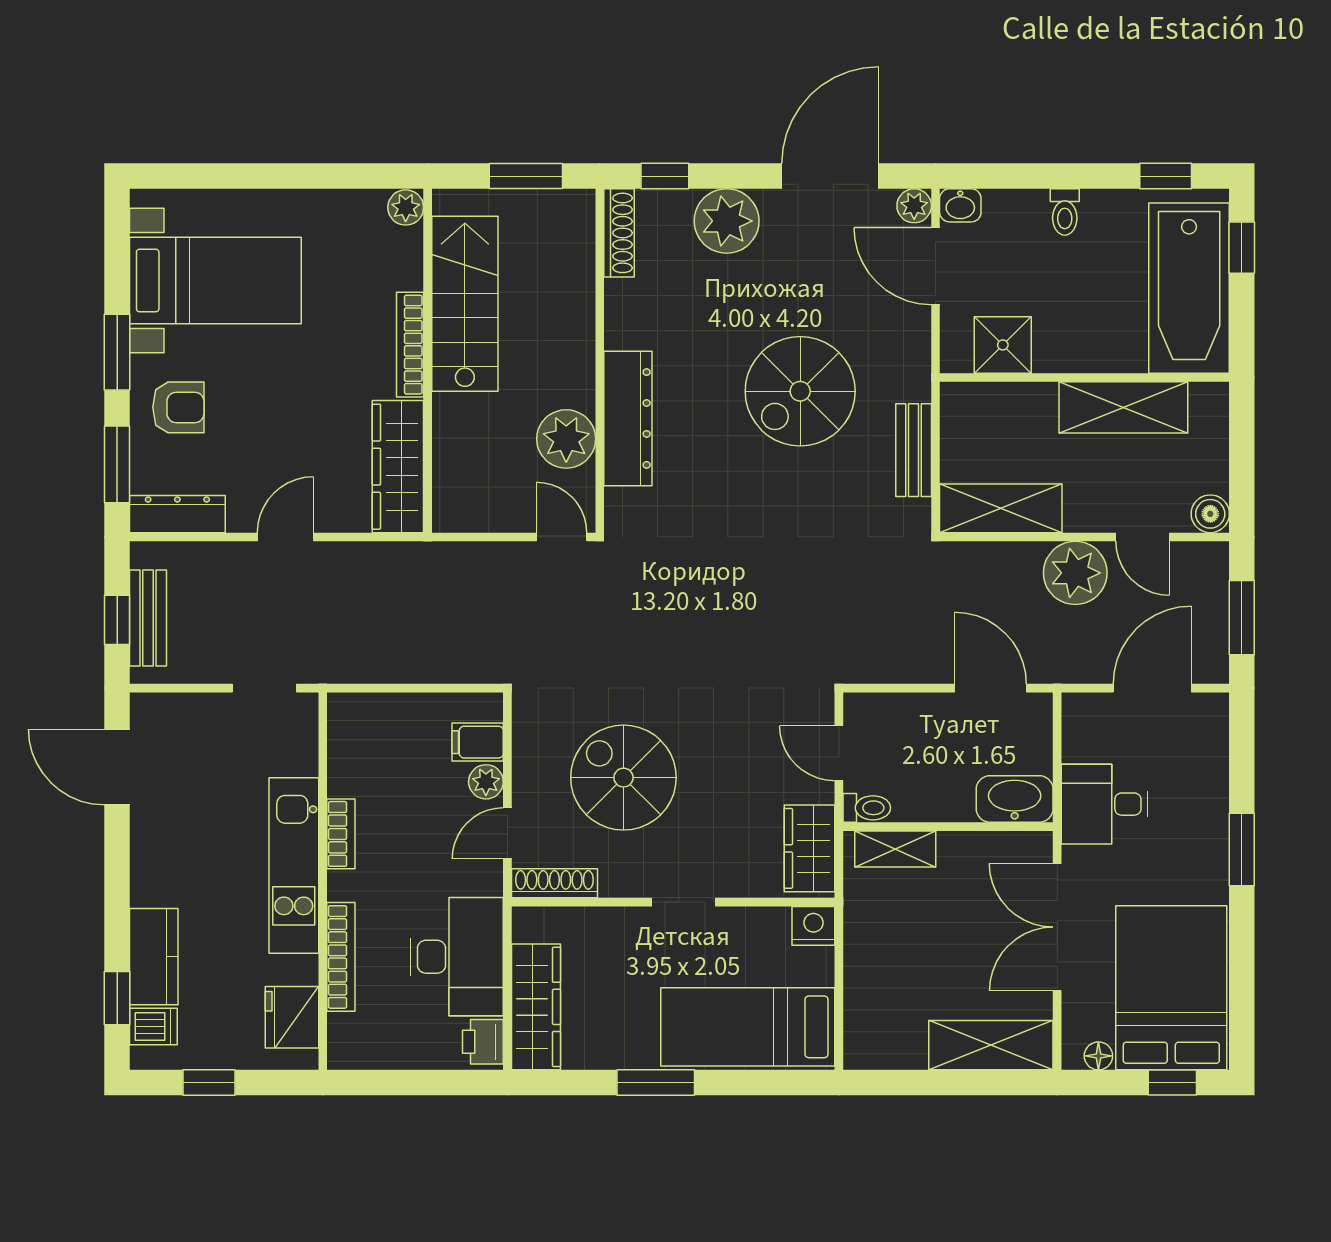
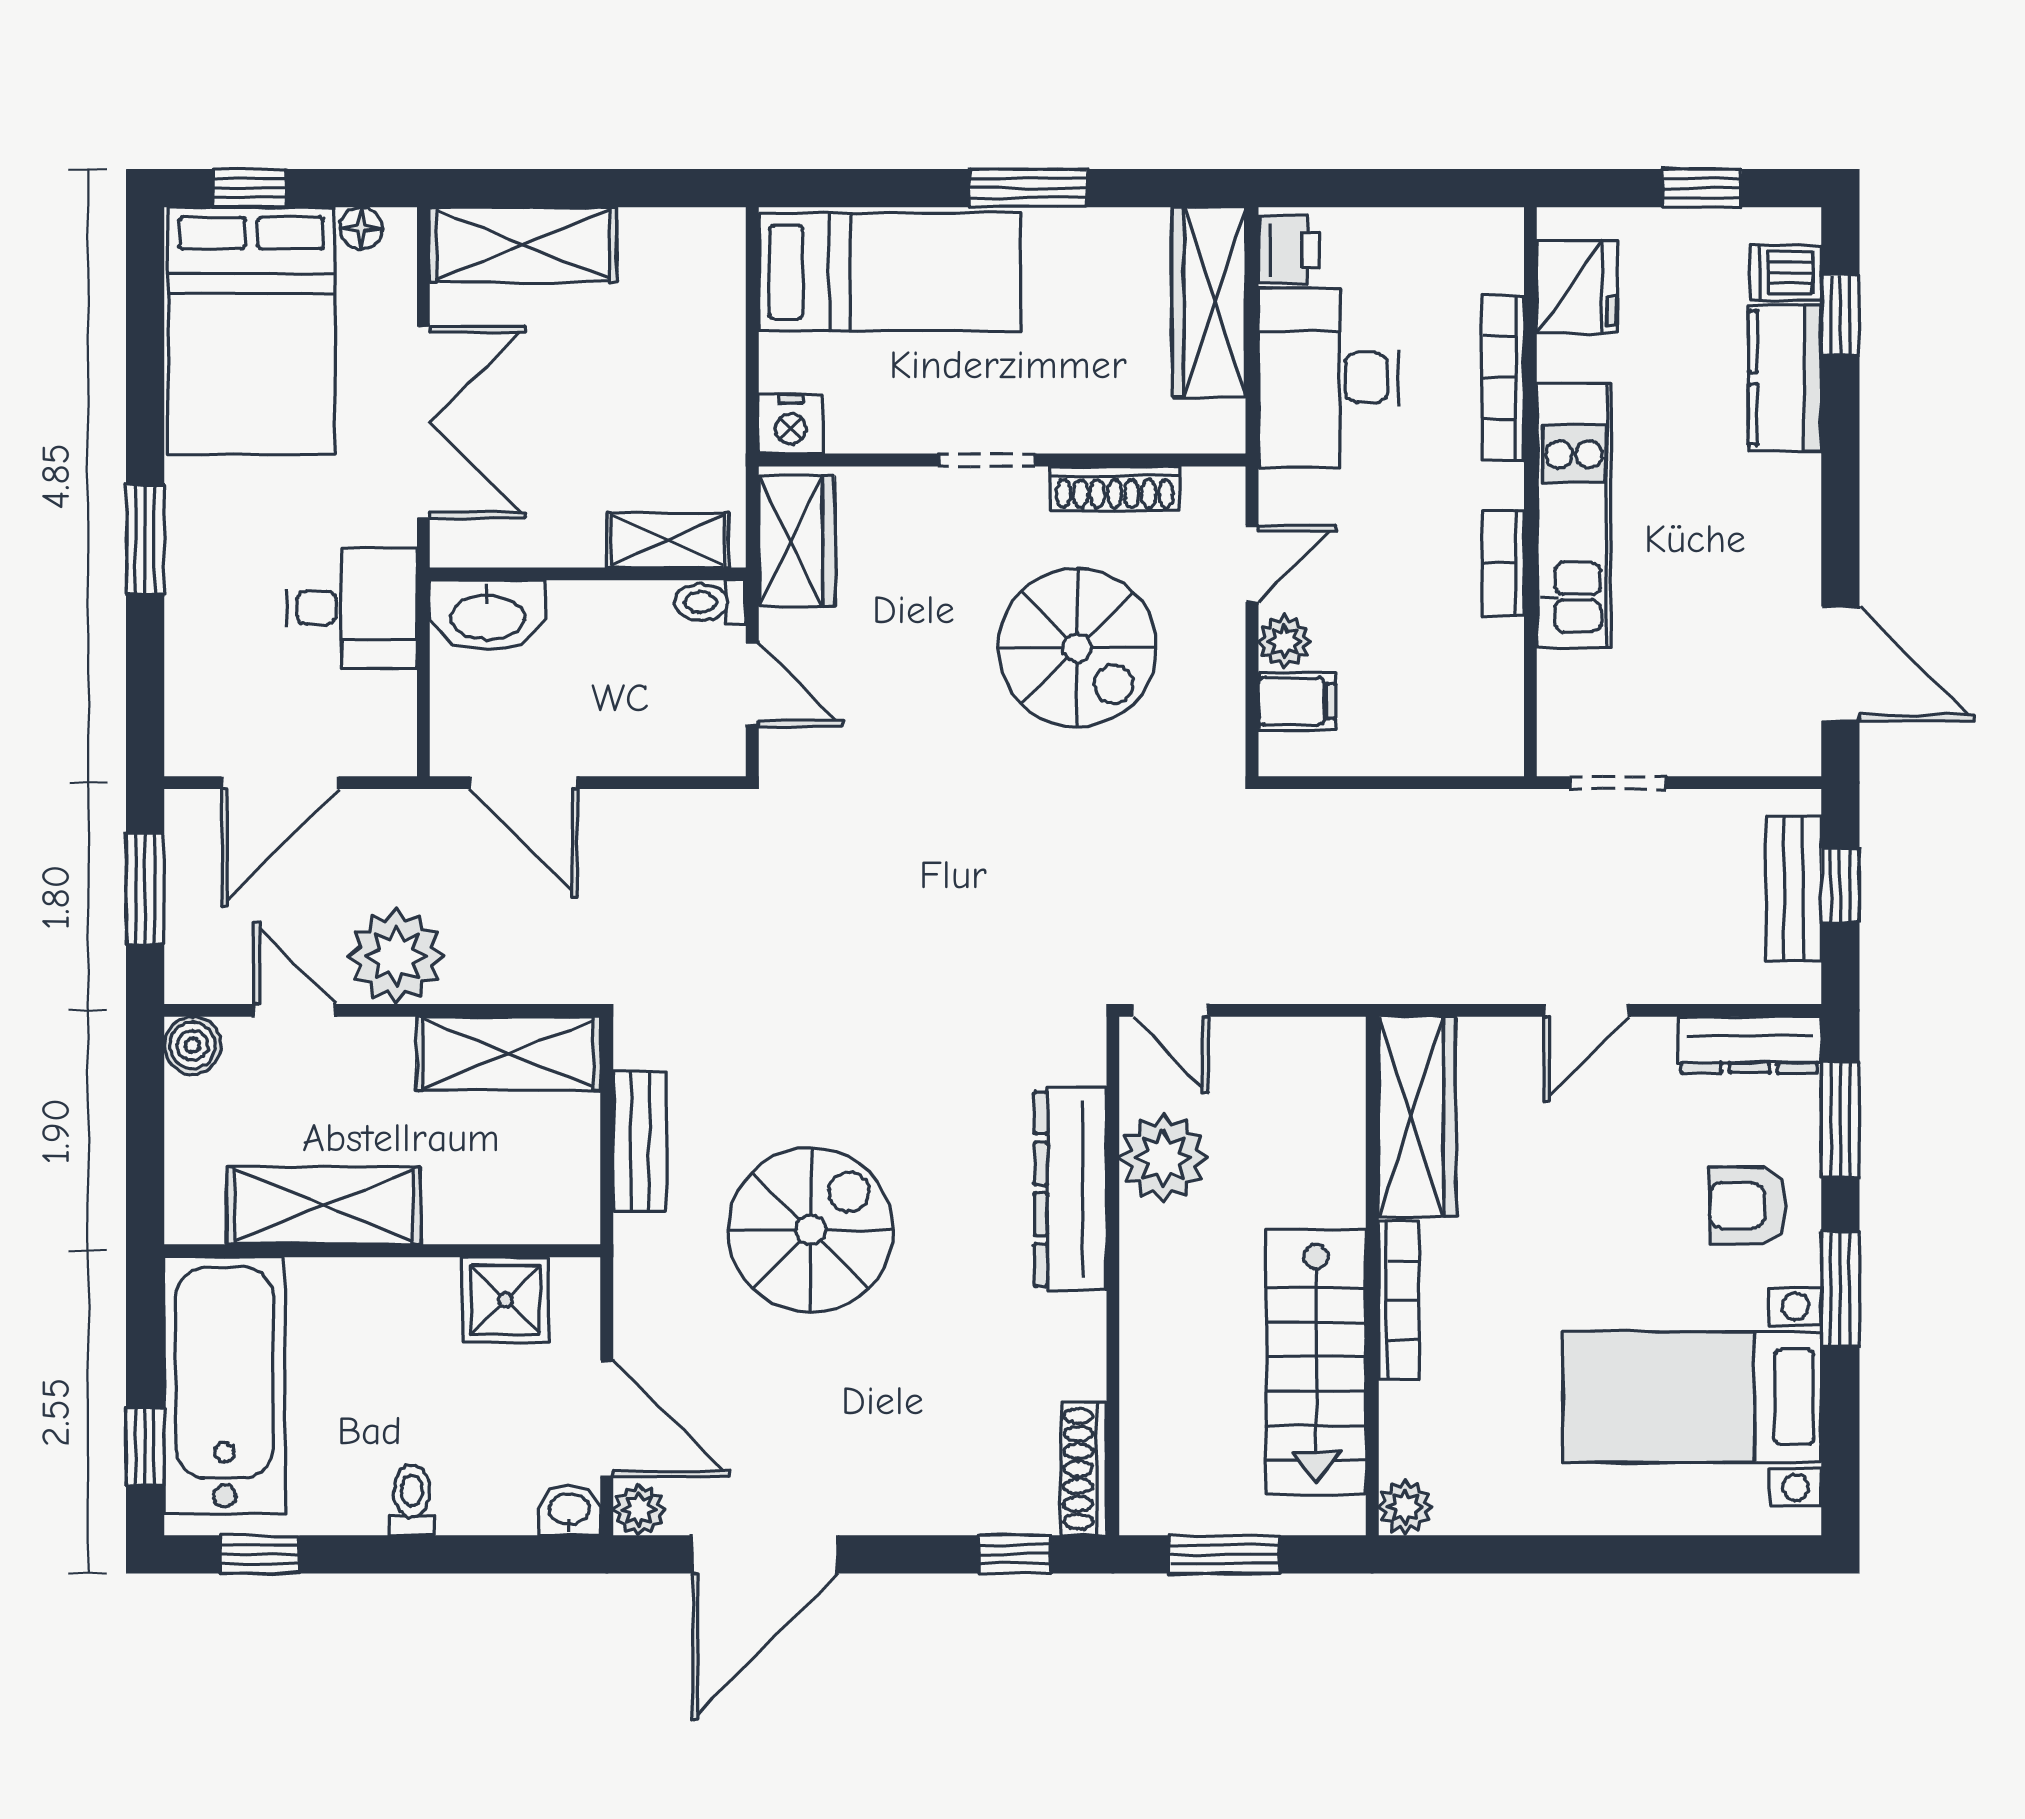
plant: (727, 221) -> (922, 1487), removed
shoe rack: (554, 883) -> (1115, 488), moved

